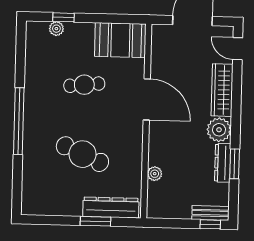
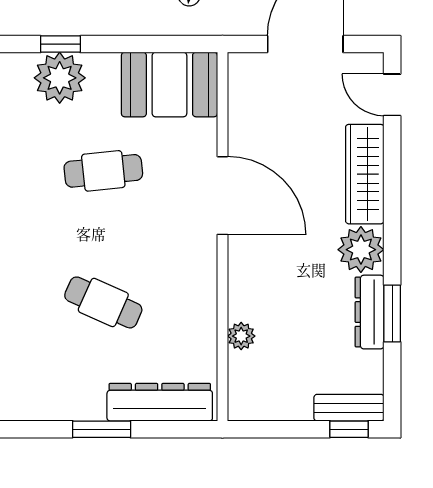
plant: (56, 29) -> (60, 78), width x1.88, depth x1.88
cafe table: (82, 154) -> (103, 302), width x0.73, depth x0.74
window: (96, 221) -> (102, 429), moved

